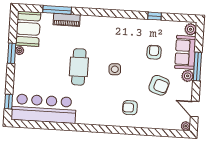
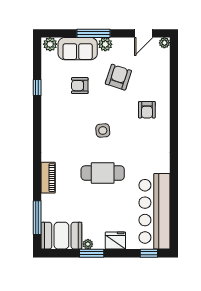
window: (57, 10) -> (37, 218), moved
piano: (67, 20) -> (48, 178), moved
fridge: (21, 74) -> (115, 241), added

